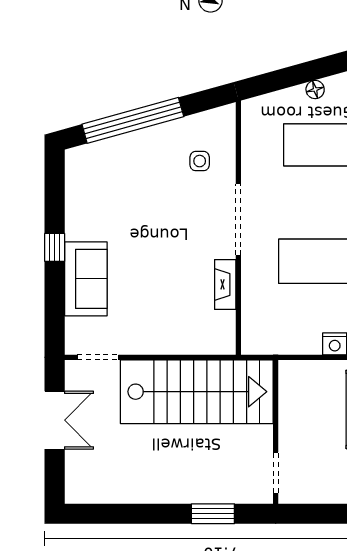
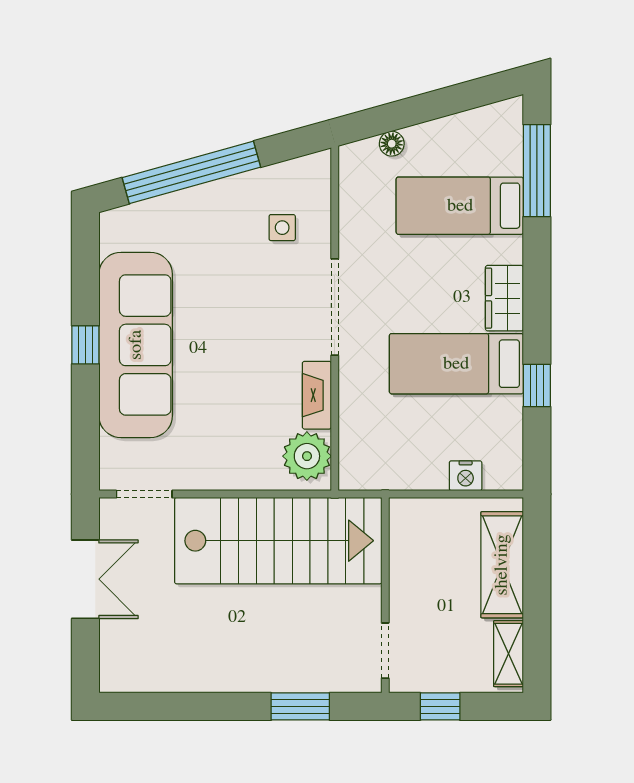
floor lamp: (315, 90) -> (392, 144), moved
sofa: (86, 279) -> (136, 345), width x1.85, depth x1.27
plant: (218, 329) -> (307, 456), added
window: (316, 514) -> (440, 706), added

